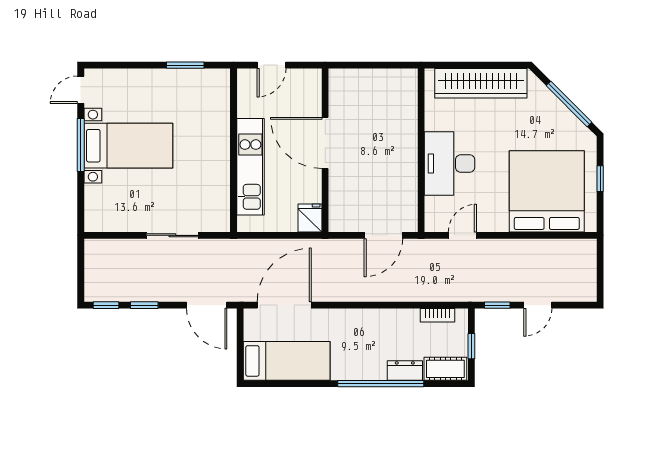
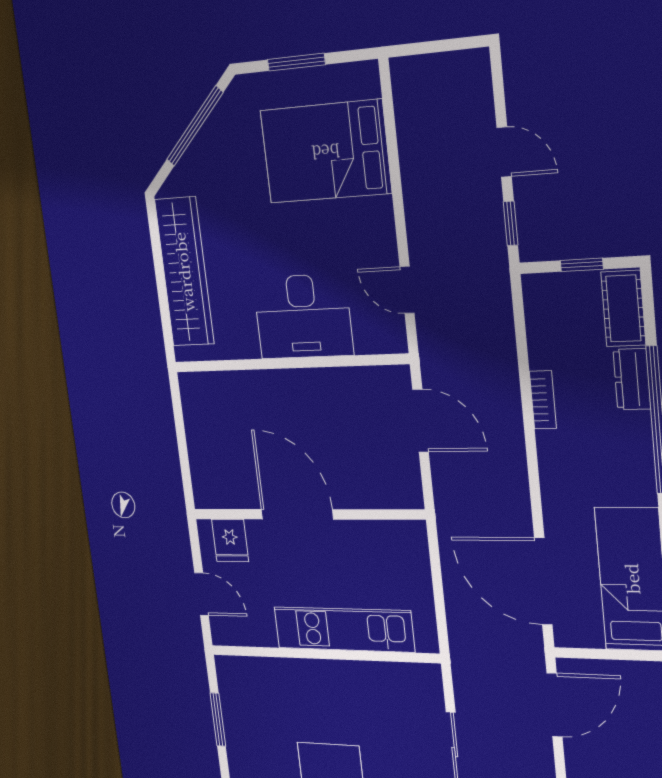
door: (325, 143) -> (297, 514), swing flipped
window: (600, 179) -> (296, 62), width x1.50
bed: (547, 191) -> (326, 152), width x0.73
fridge: (310, 218) -> (230, 540), moved, turned -90
bookcase: (437, 315) -> (543, 400), moved

